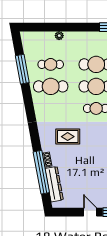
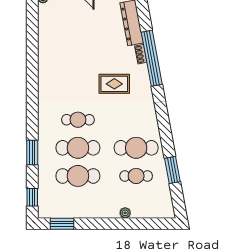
window: (22, 69) -> (172, 170), width x0.69
window: (41, 172) -> (152, 58), moved

